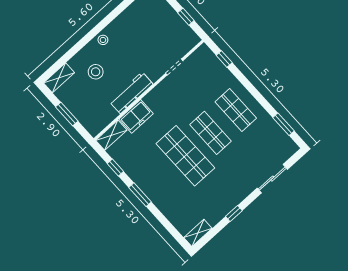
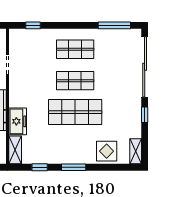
window: (283, 124) -> (114, 25), width x1.44
sliding door: (272, 179) -> (145, 67), width x1.86
display table: (177, 209) -> (107, 151), added

